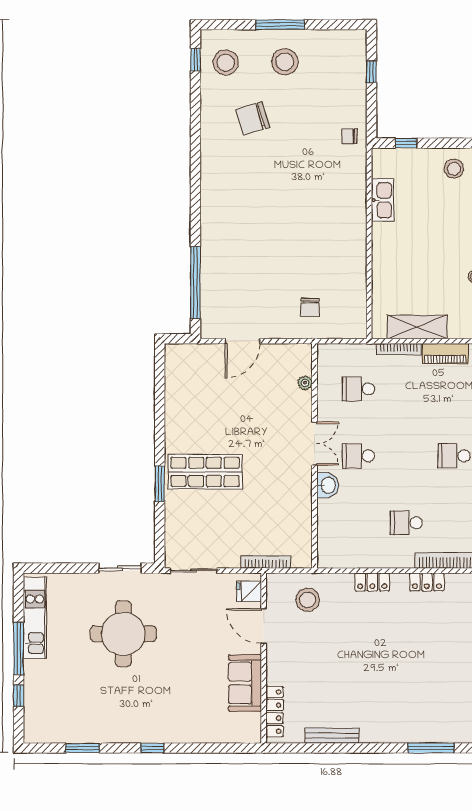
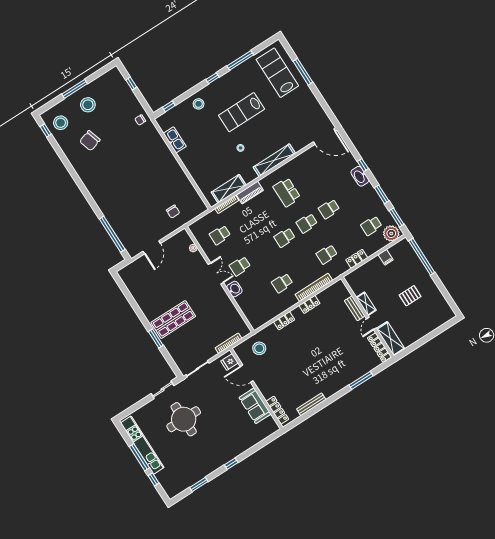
kitchen unit: (35, 618) -> (142, 445), width x1.36

